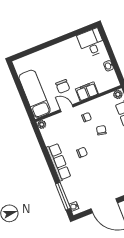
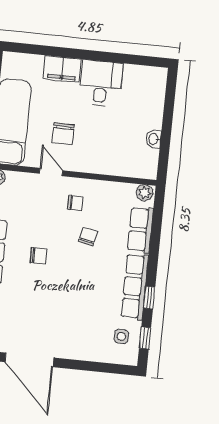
desk: (91, 43) -> (101, 83), moved
filing cabinet: (87, 91) -> (62, 69), moved, turned 180

